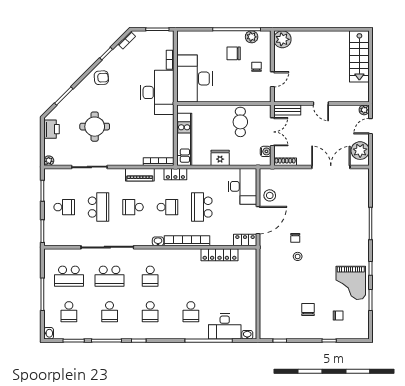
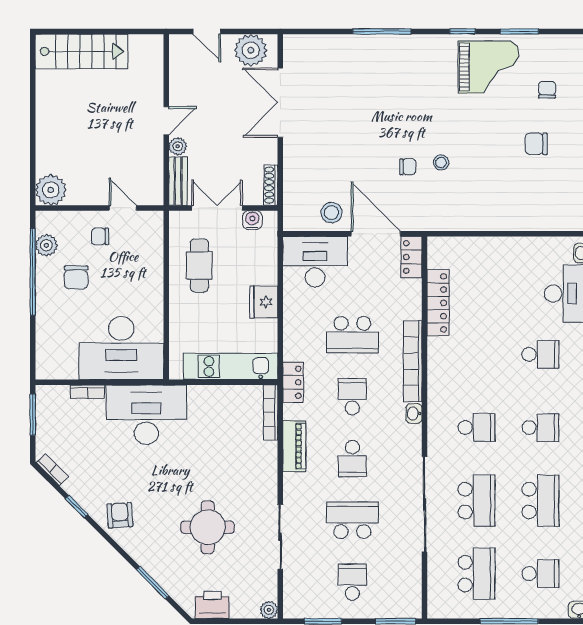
plant: (364, 110) -> (178, 146), moved
cafe table: (240, 122) -> (199, 265), turned 90
school desk: (110, 312) -> (540, 501), width x1.85

